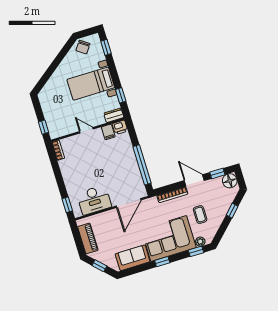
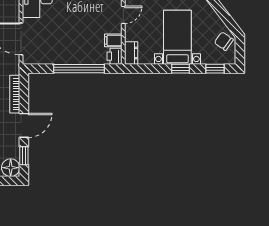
window: (121, 95) -> (181, 69), moved
window: (142, 165) -> (79, 69), moved

